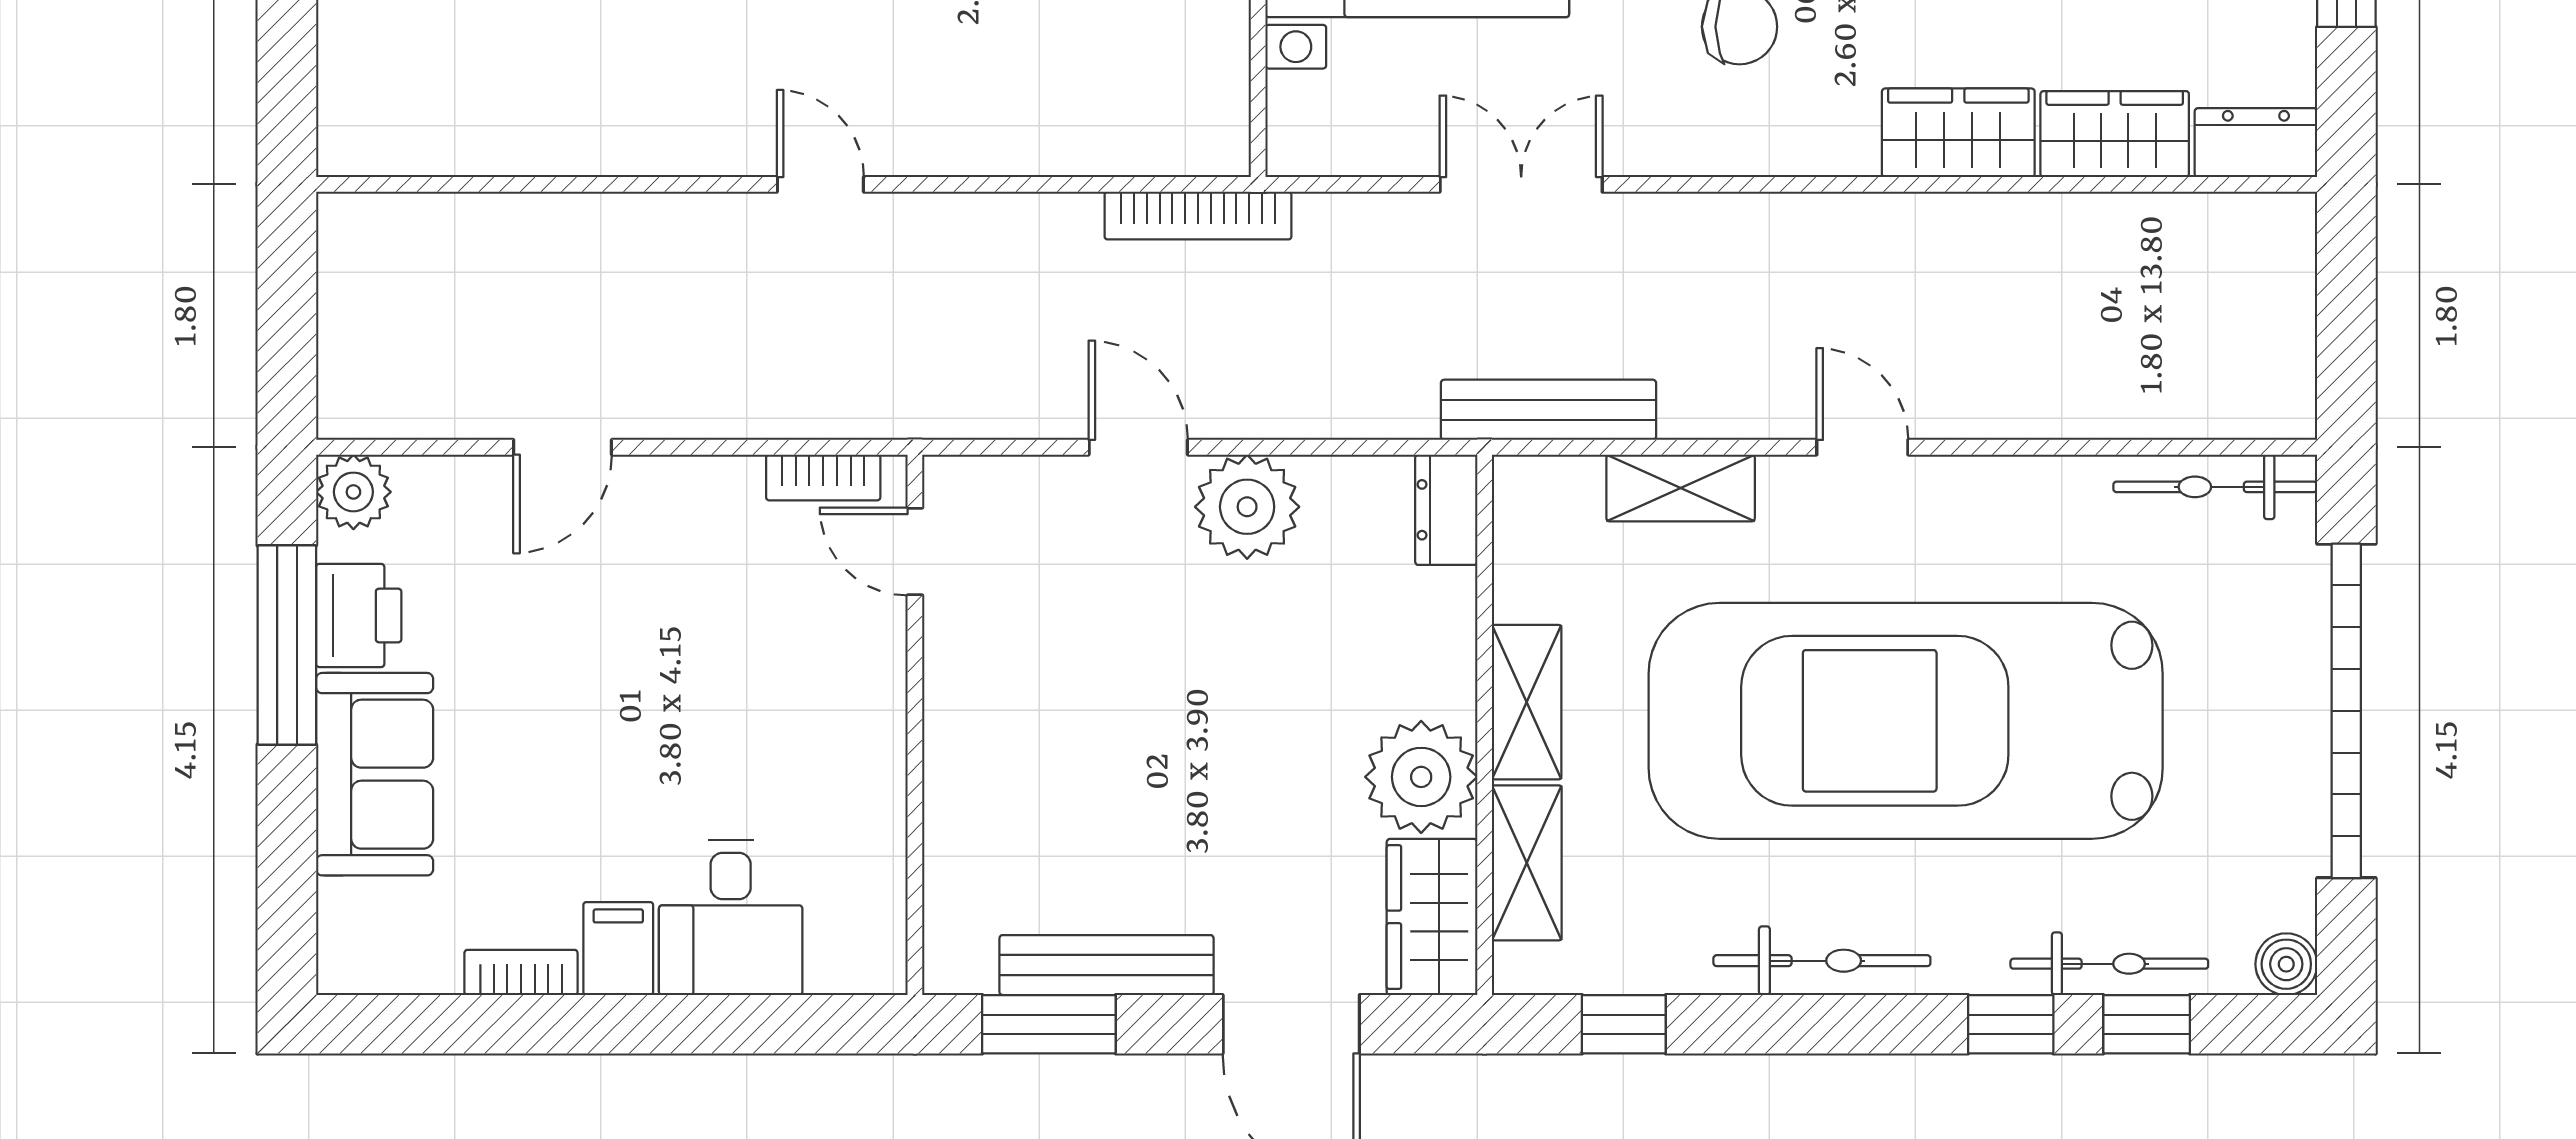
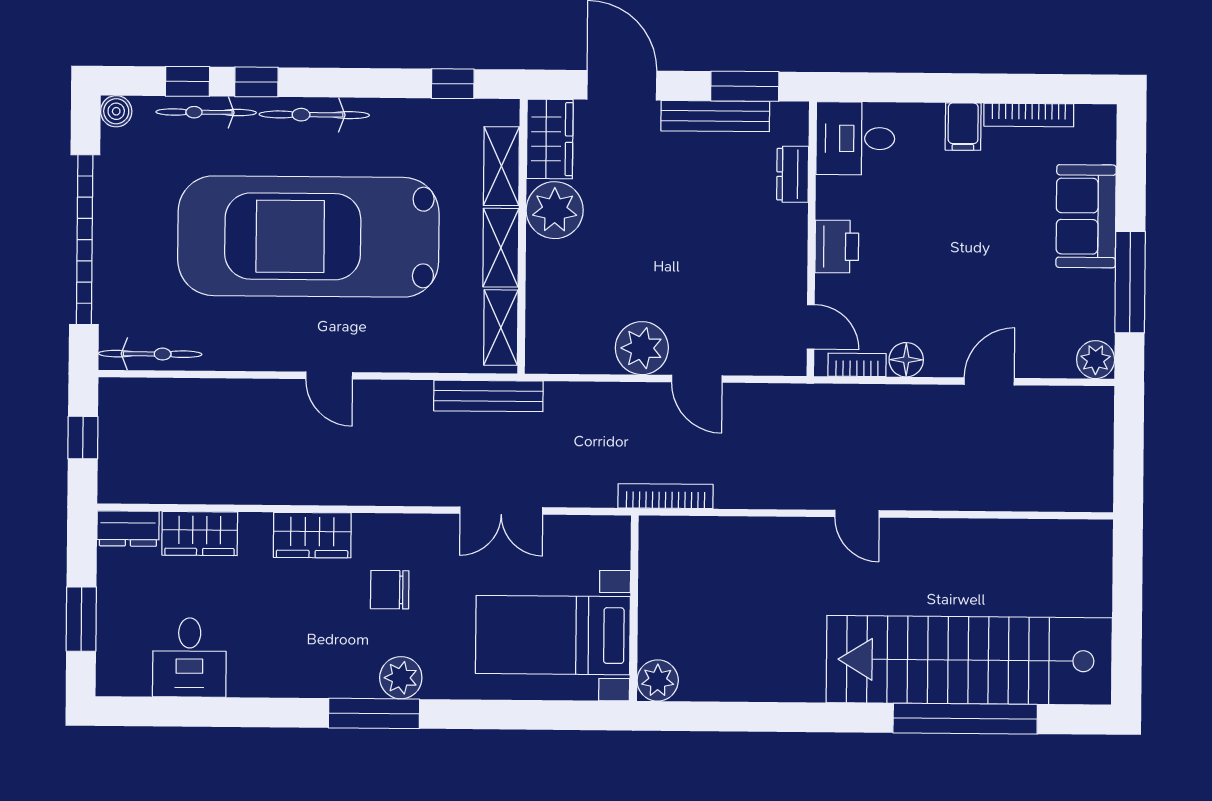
wardrobe: (1958, 133) -> (312, 535), moved
window: (2346, 321) -> (83, 438), added
floor lamp: (726, 488) -> (906, 360), added
shelving: (1681, 488) -> (501, 328), moved, turned 90
dresser: (1446, 510) -> (793, 174), moved, turned 180
printer: (359, 615) -> (837, 247), moved, turned 180
car: (1906, 721) -> (308, 237), turned 180
desk: (731, 918) -> (855, 138), moved, turned -90
bicycle: (1822, 961) -> (314, 115), moved
bookcase: (521, 972) -> (1029, 115), width x1.56

